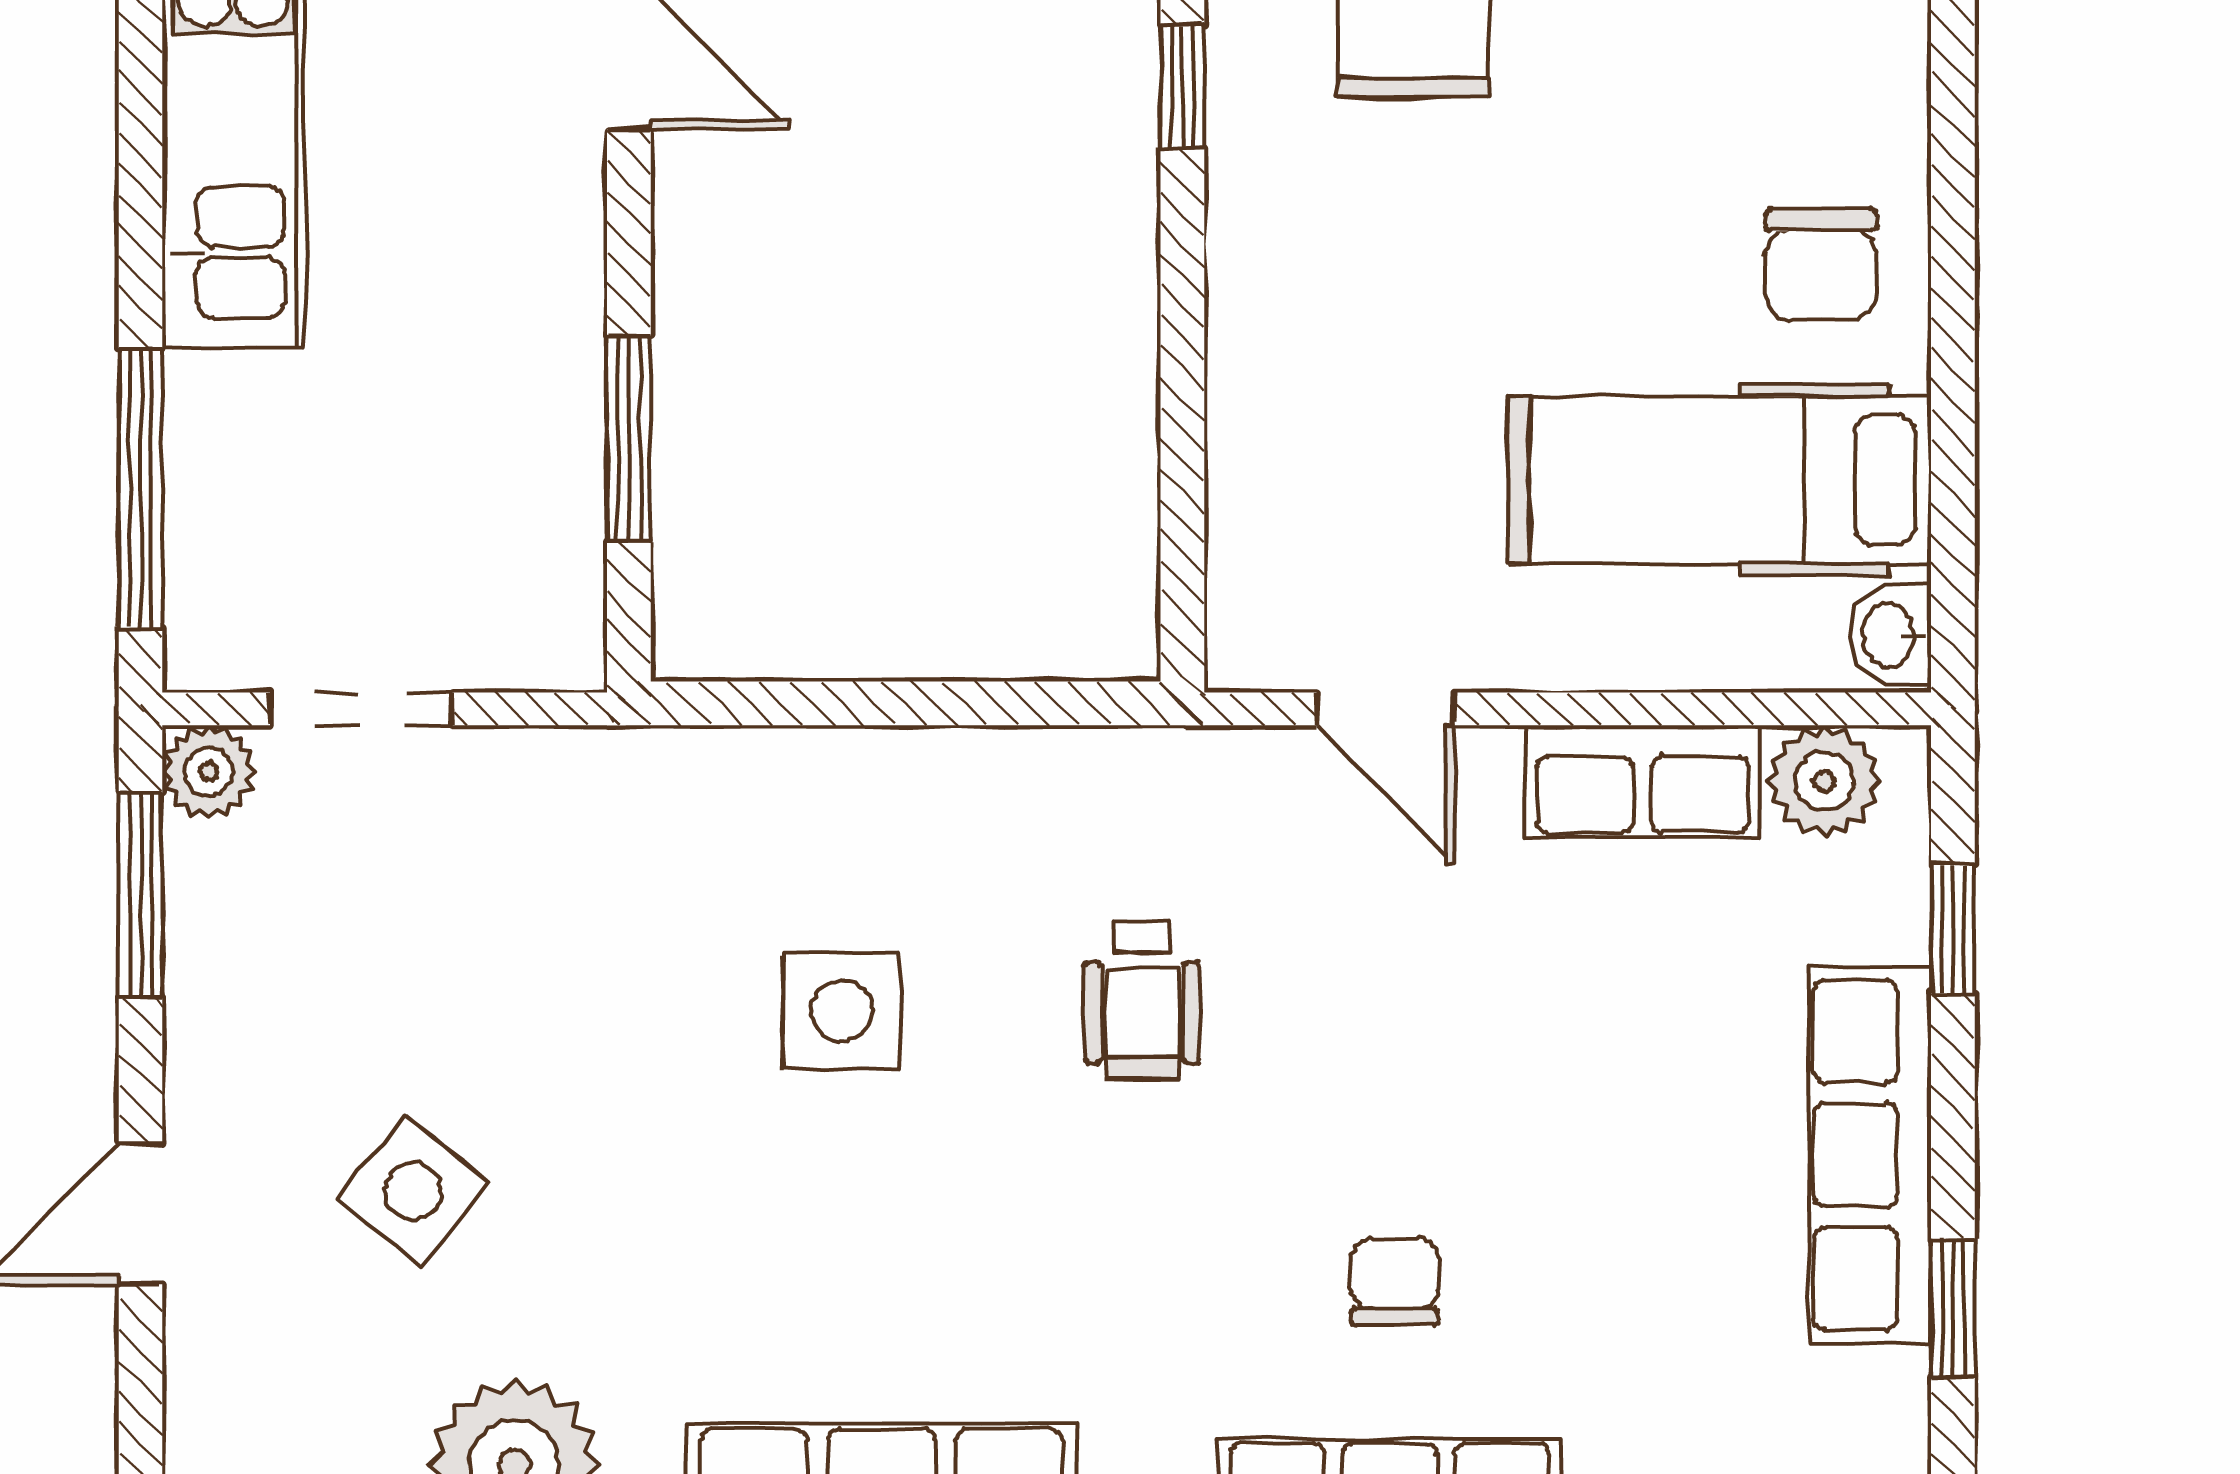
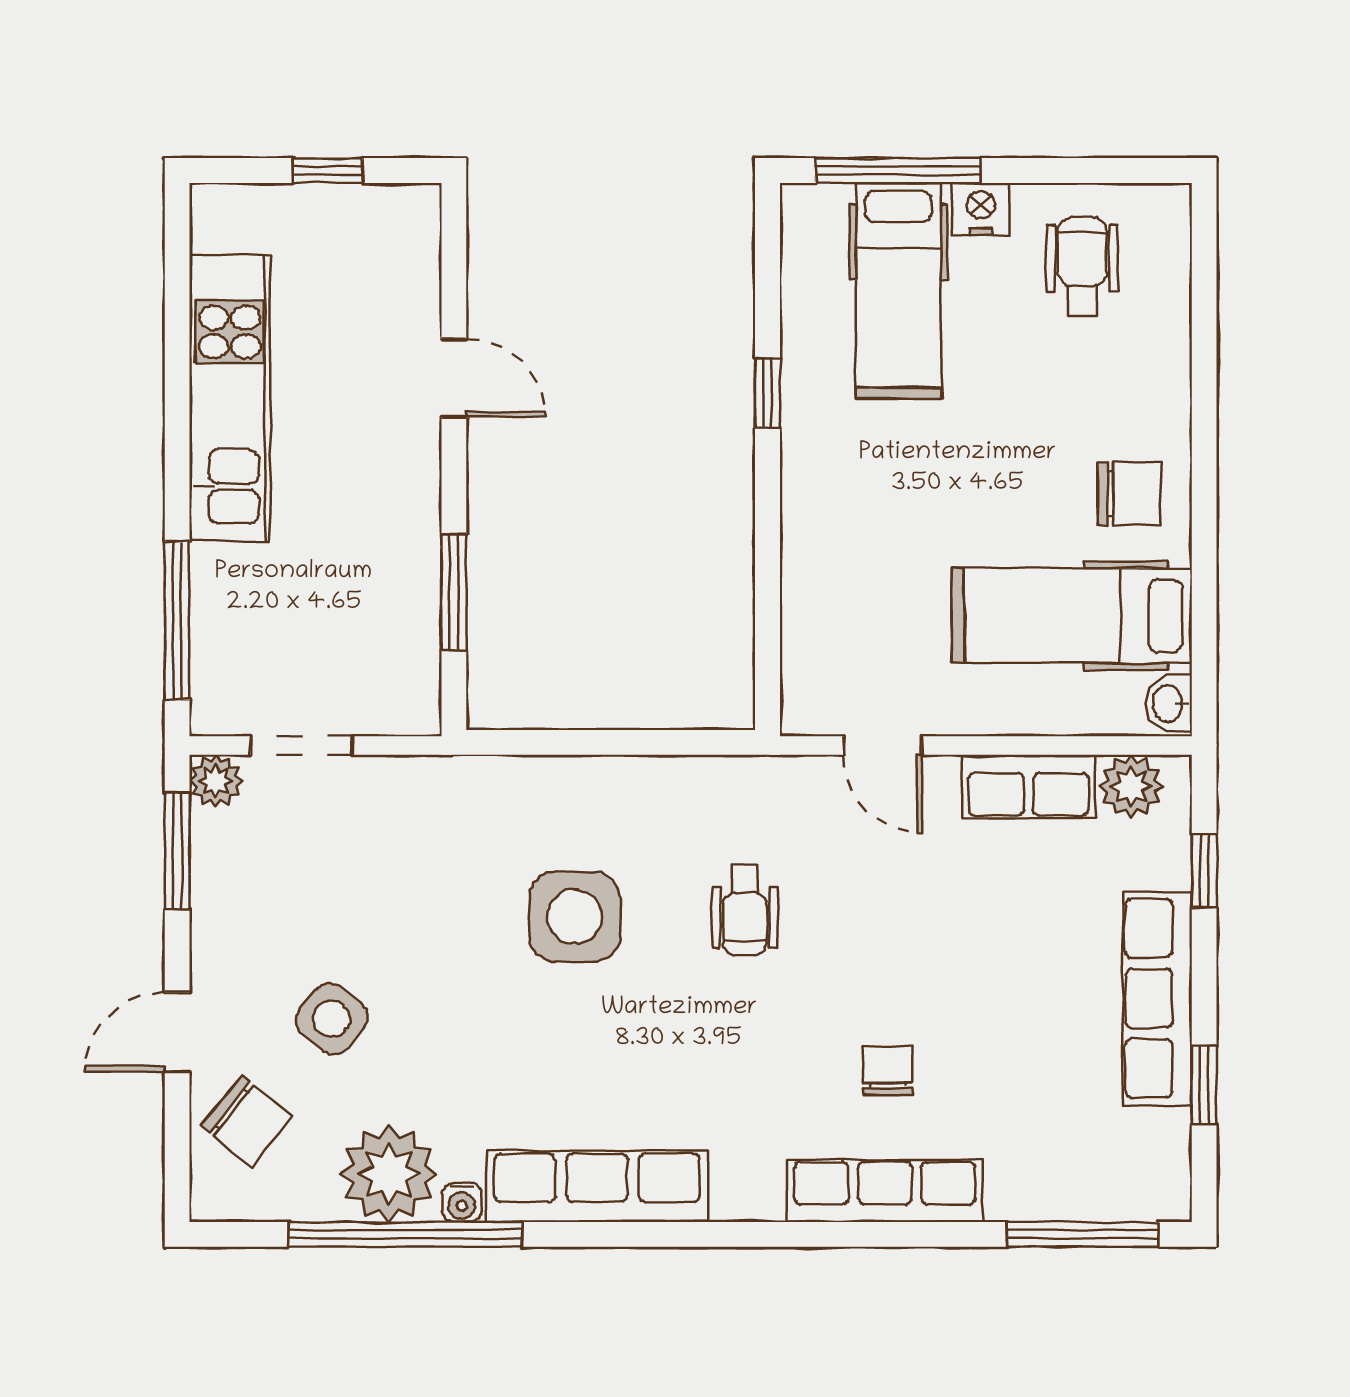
chair: (1821, 264) -> (1129, 494), turned -90
side table: (842, 1011) -> (575, 917), width x1.37, depth x1.37
chair: (263, 1372) -> (247, 1121), added

